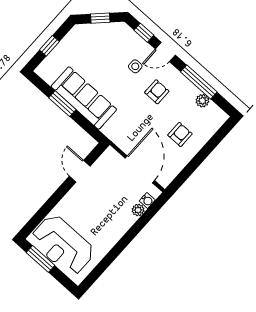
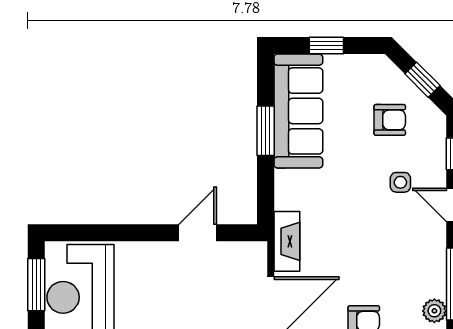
armchair: (157, 92) -> (390, 120), moved
sofa: (84, 98) -> (298, 111), moved
fireplace: (117, 137) -> (287, 241), added

